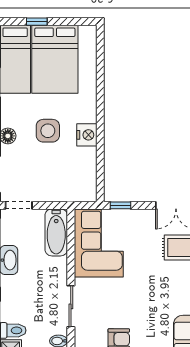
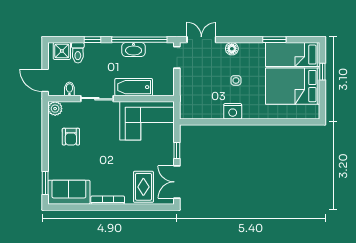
side table: (48, 131) -> (236, 80), width x0.54, depth x0.54
window: (120, 205) -> (177, 150), moved
bathtub: (56, 232) -> (134, 87), moved

